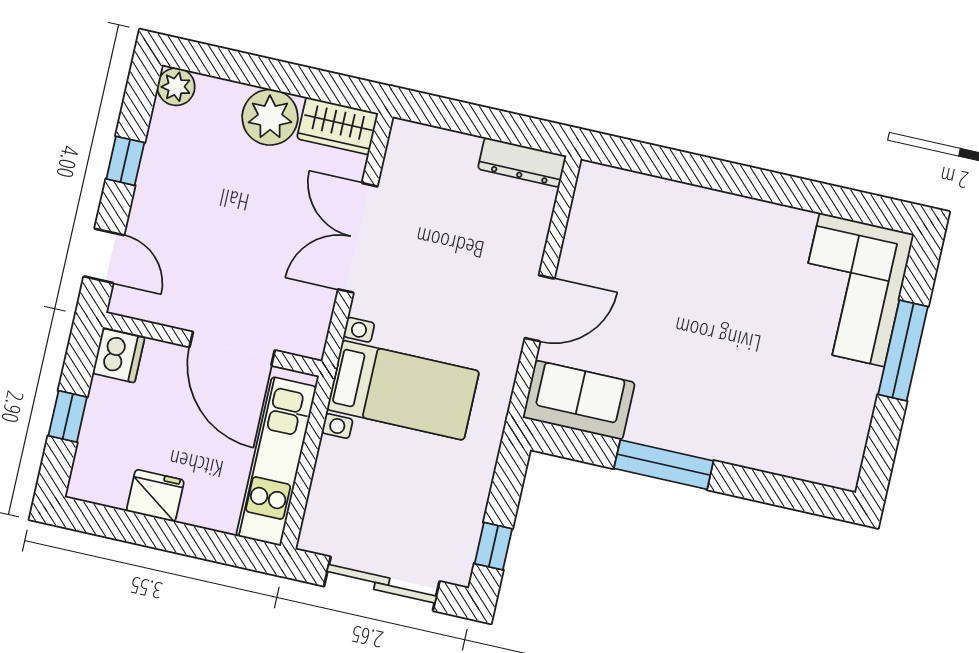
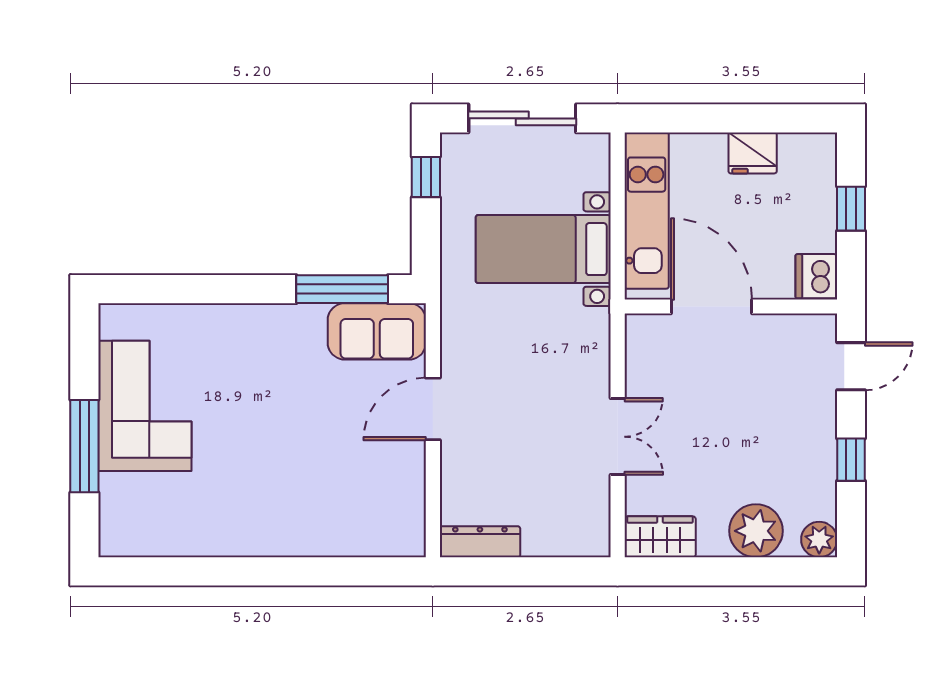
plant: (270, 117) -> (756, 531), moved
double door: (358, 238) -> (618, 437), width x0.73
door: (104, 256) -> (851, 366), swing flipped
corner sofa: (852, 290) -> (145, 406), moved
bed with nightstands: (403, 390) -> (543, 249), moved
window: (664, 465) -> (342, 289), moved

